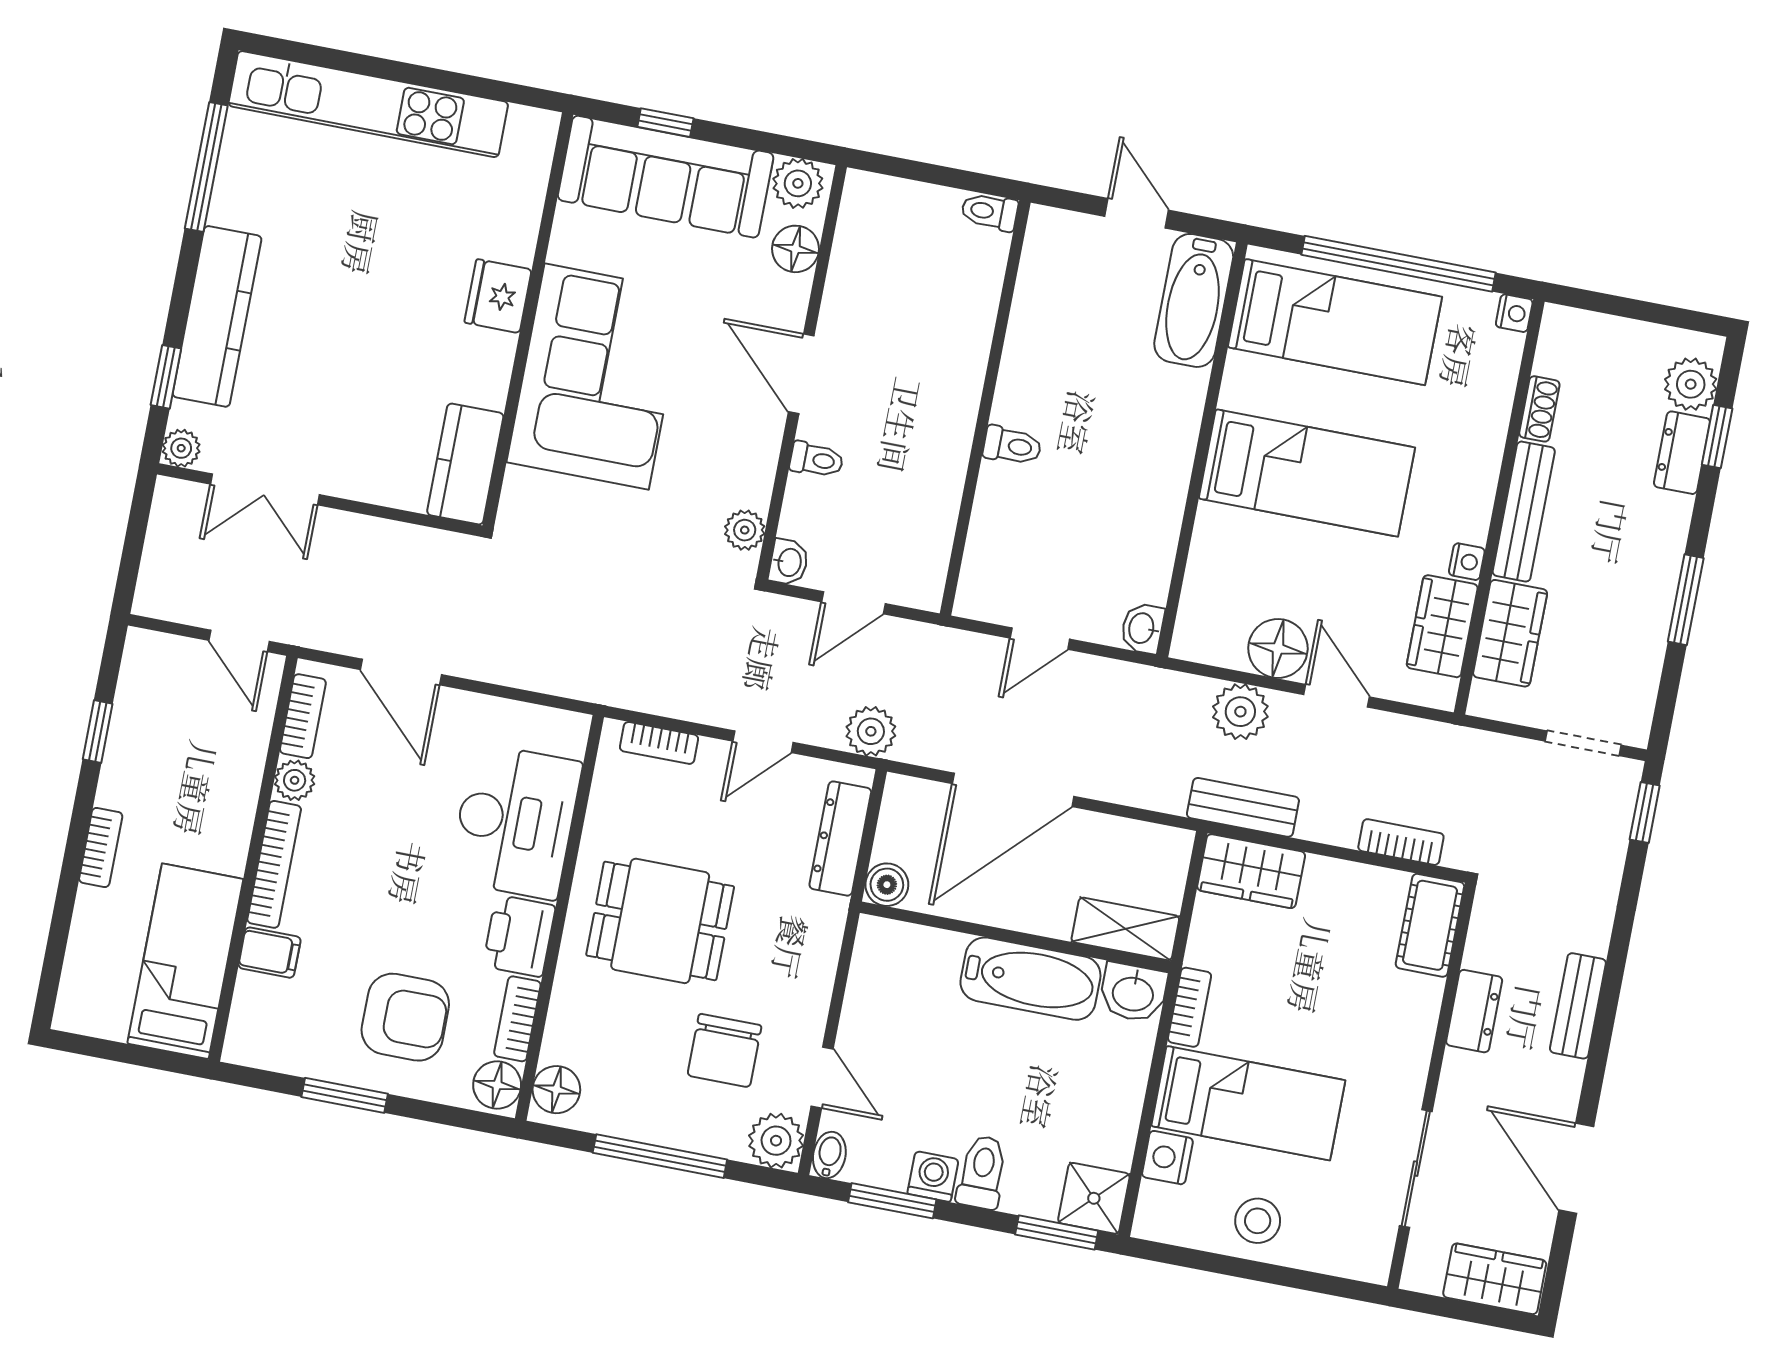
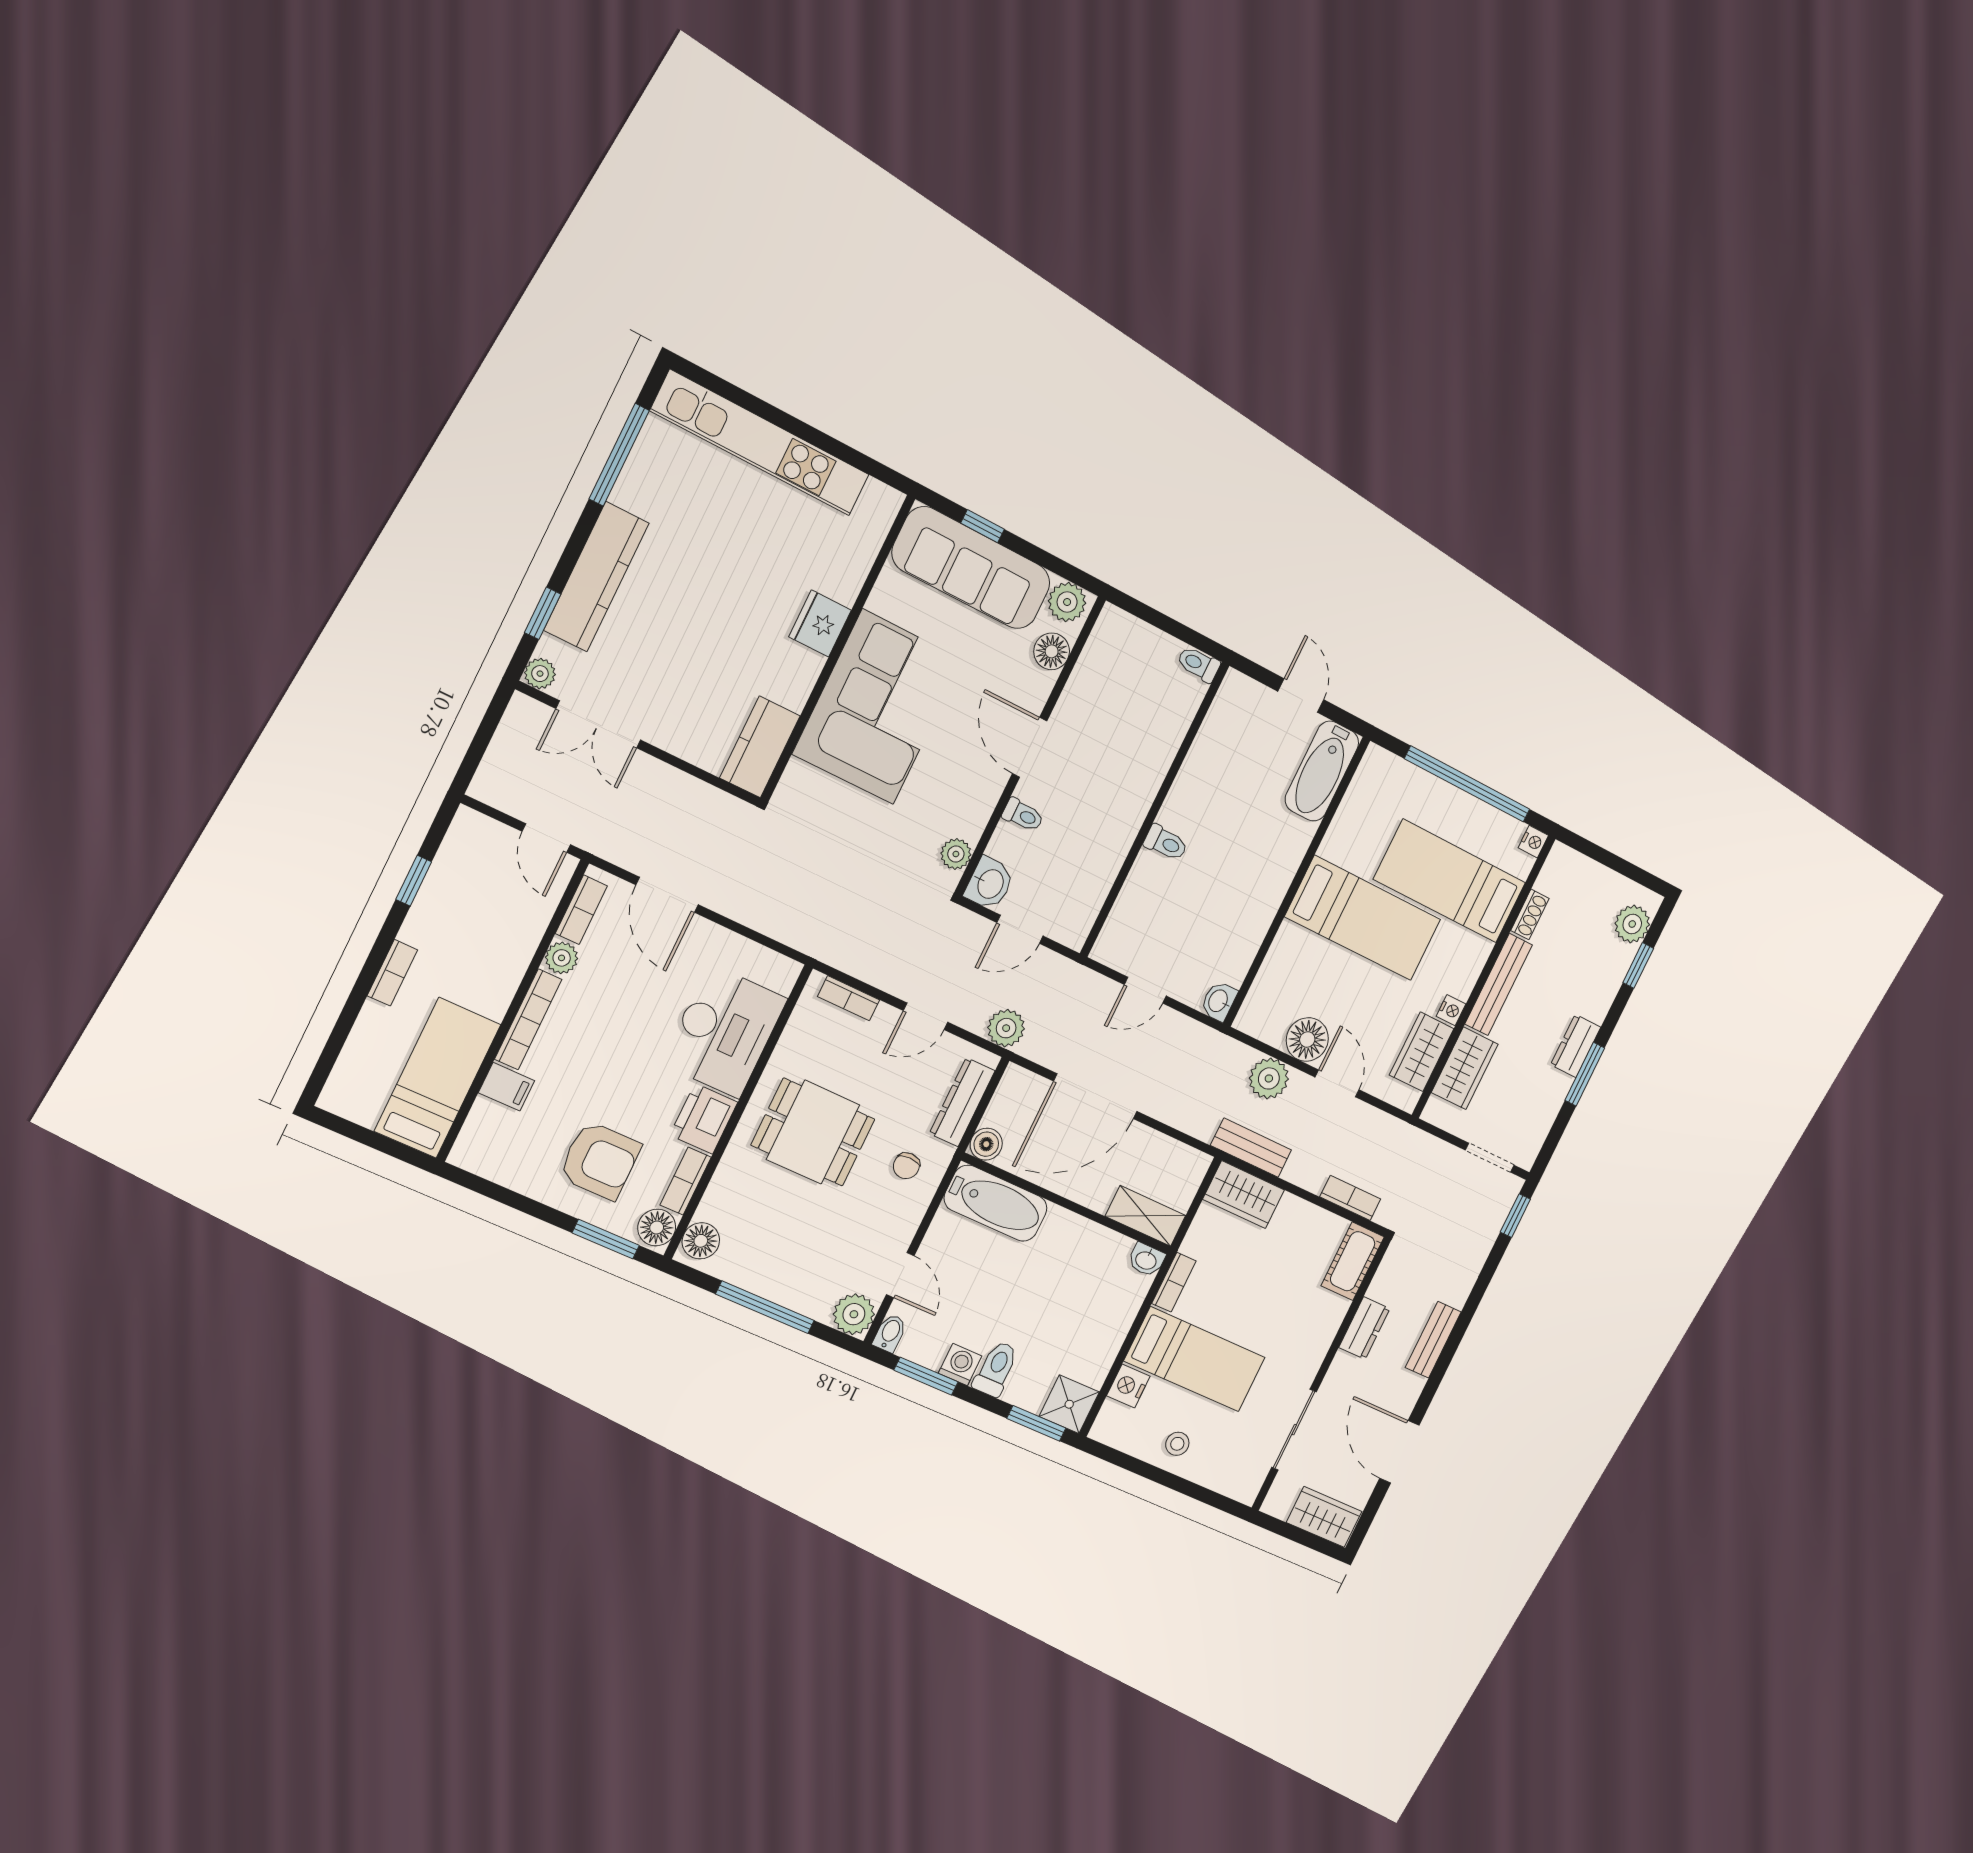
bed: (1335, 322) -> (1450, 881), moved, turned 180
dresser: (1682, 453) -> (1576, 1046), moved
washbasin: (789, 562) -> (990, 883), width x1.38, depth x1.45
bathtub: (1030, 979) -> (996, 1203), moved
washbasin: (1133, 993) -> (1146, 1260), width x0.72, depth x0.69
chair: (724, 1051) -> (906, 1166), moved, width x0.54, depth x0.54
window: (345, 1095) -> (606, 1239), moved
stool: (1258, 1221) -> (1177, 1444), width x0.73, depth x0.73

